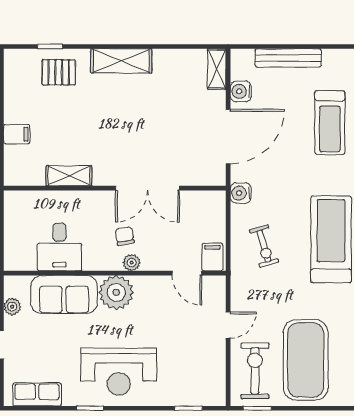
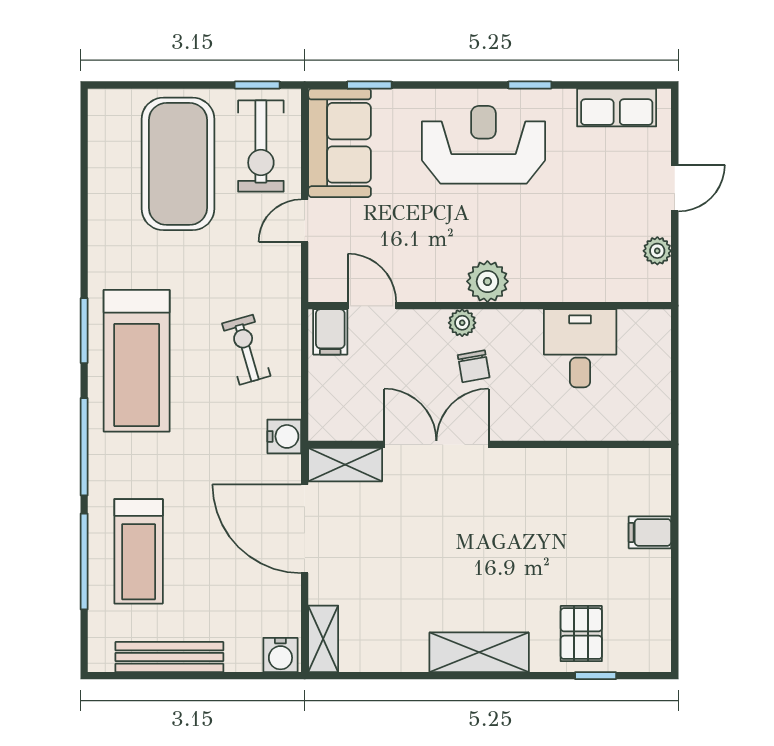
bench: (288, 58) -> (169, 657), moved
pallet: (59, 72) -> (581, 634), turned 90
water cooler: (241, 91) -> (280, 655), moved, turned 90
treadmill: (330, 123) -> (139, 551), turned 180
door: (228, 136) -> (305, 529), hinge flipped
shelving: (69, 176) -> (345, 465), moved
plant: (116, 292) -> (487, 281), width x0.73, depth x0.73
sofa: (64, 294) -> (340, 143), moved, turned 90

